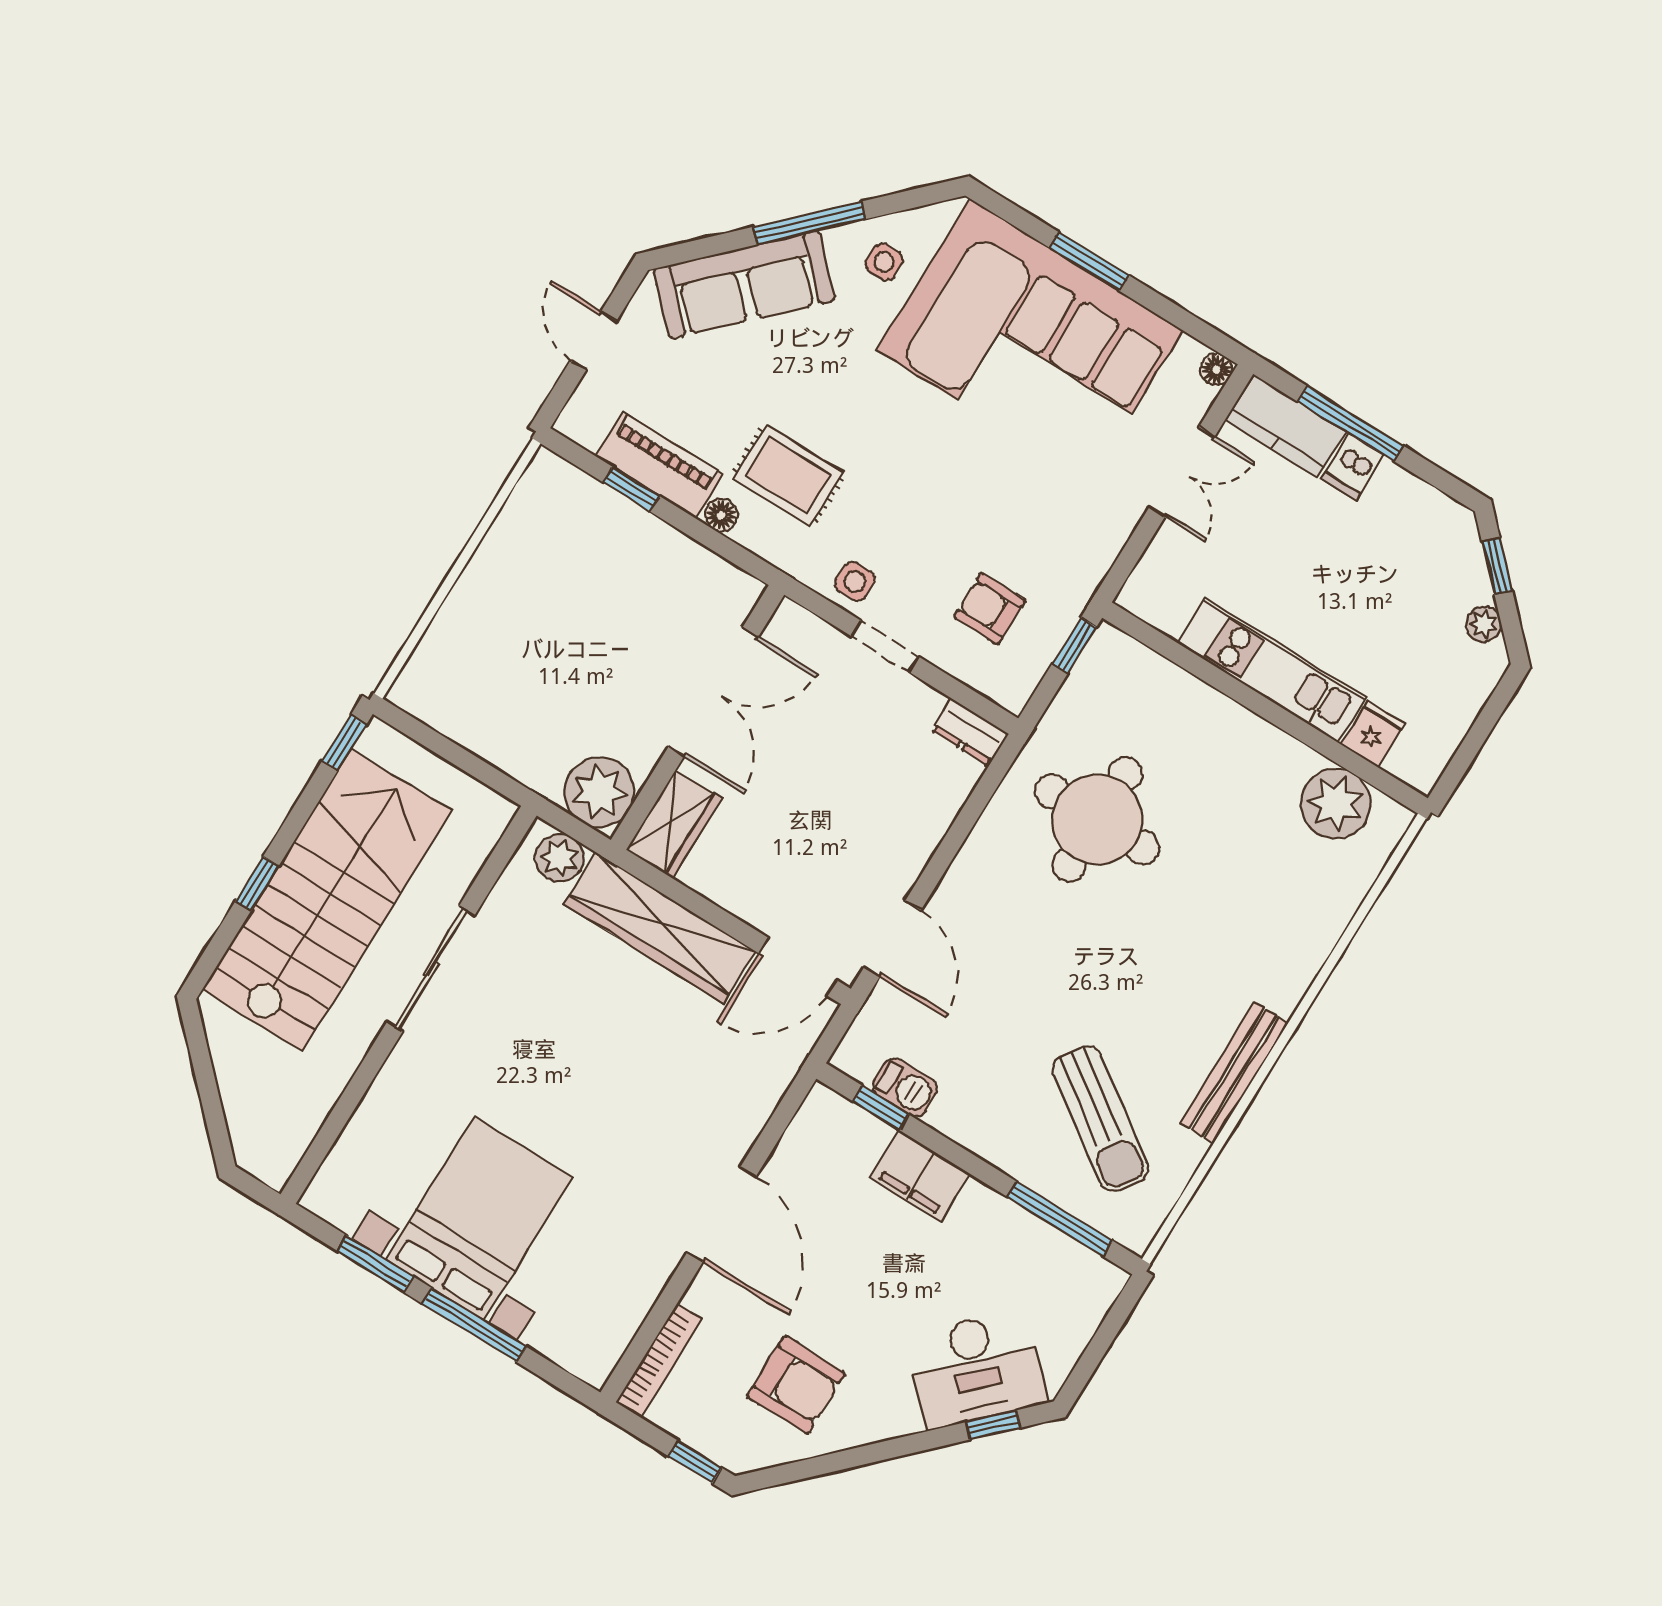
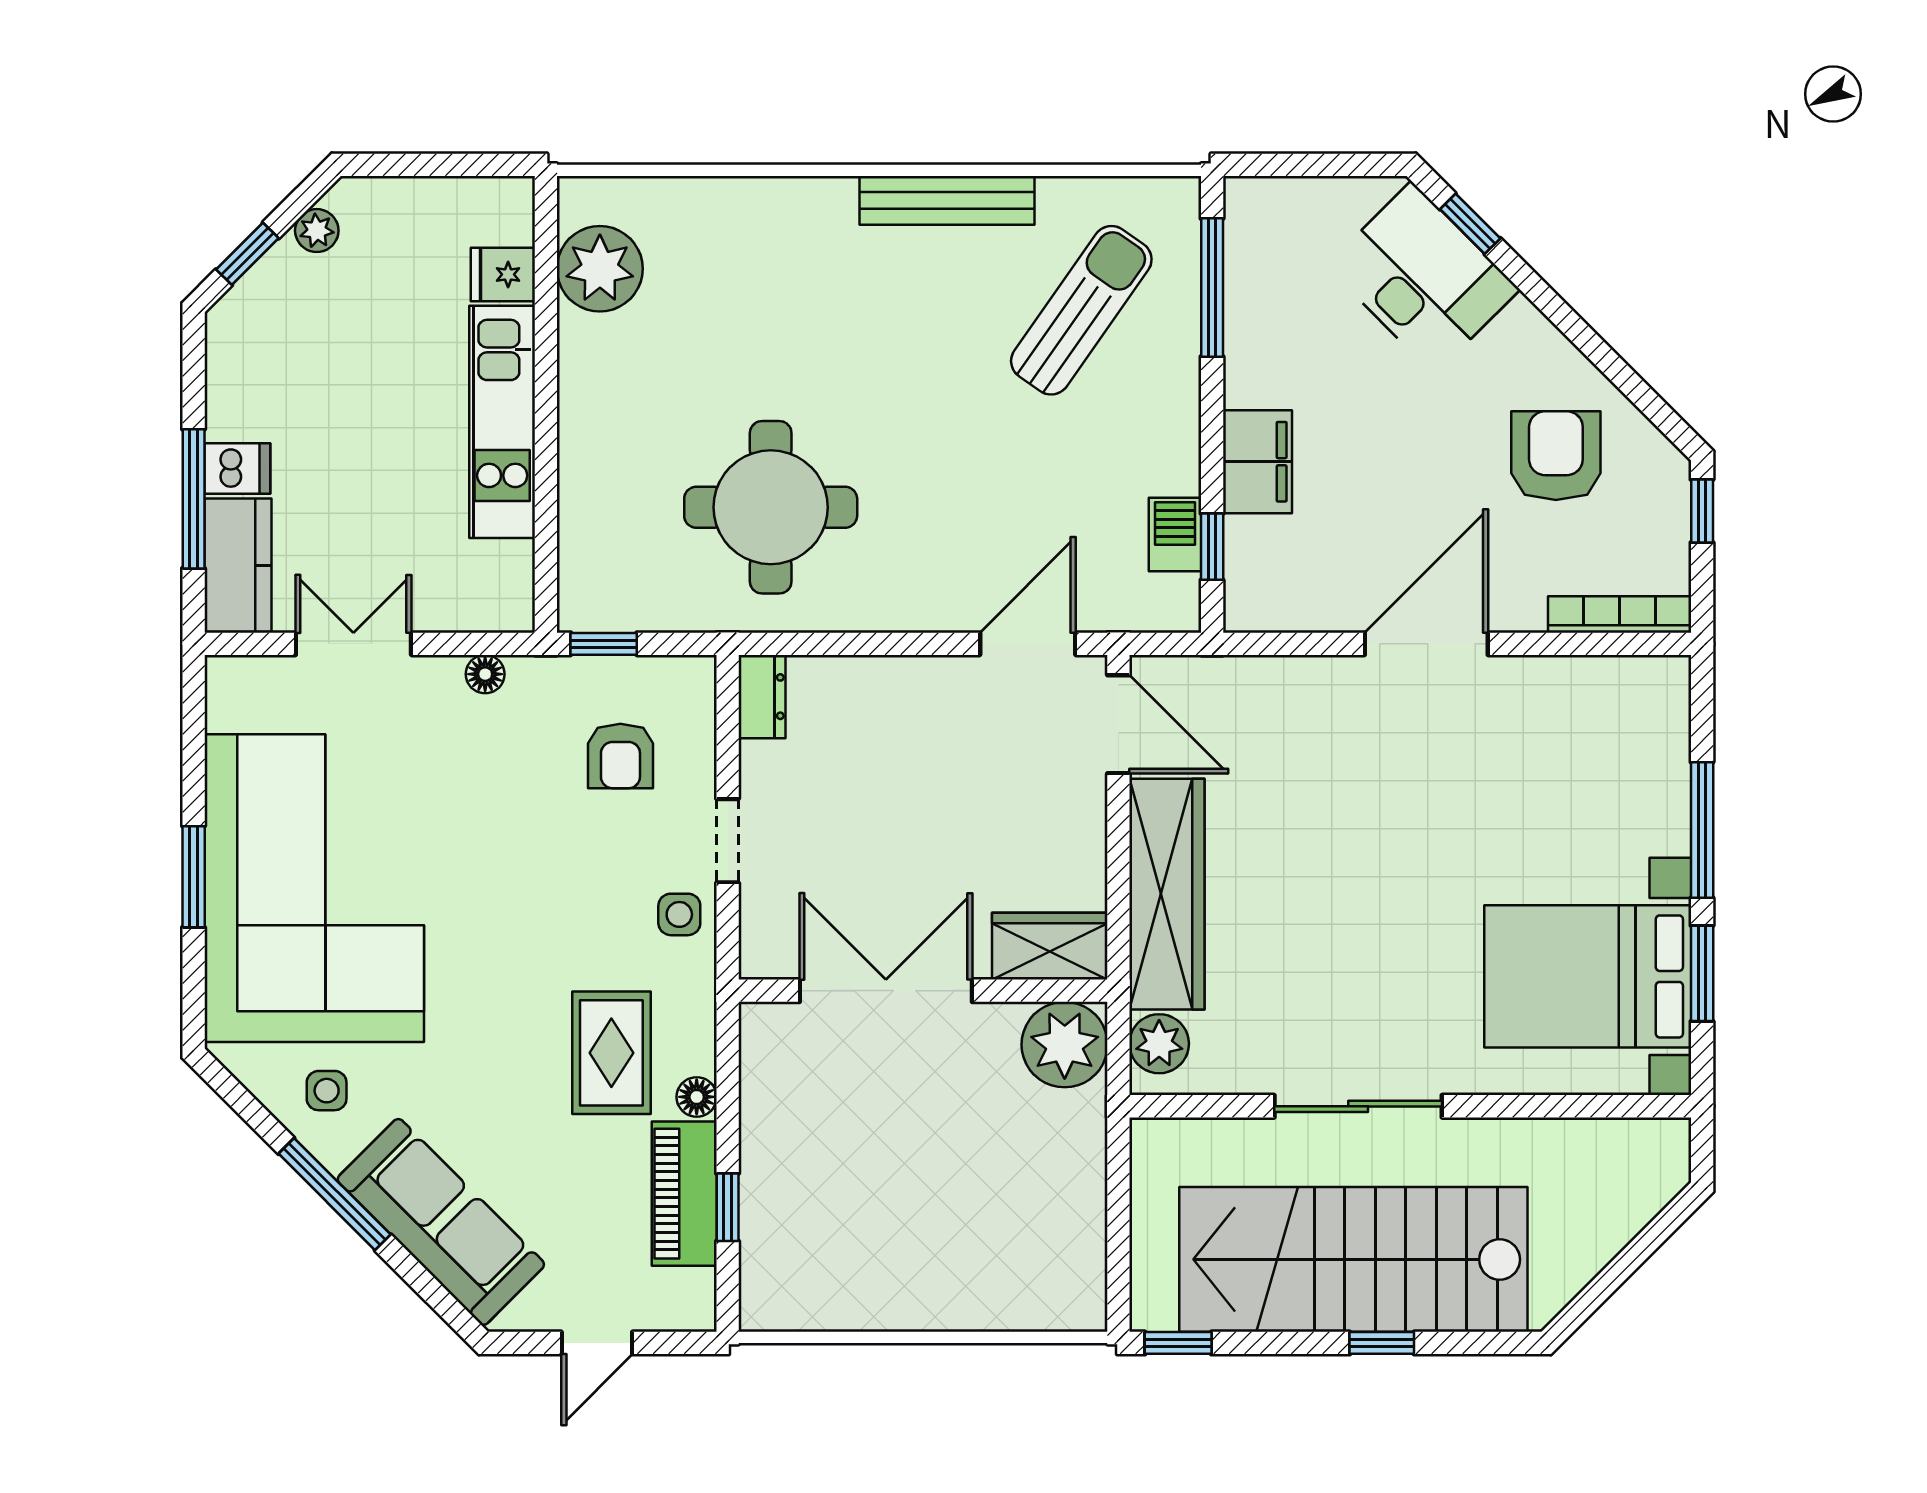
floor lamp: (1216, 369) -> (485, 674), moved
bed with nightstands: (479, 1219) -> (1588, 976), moved

